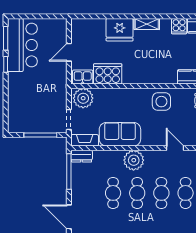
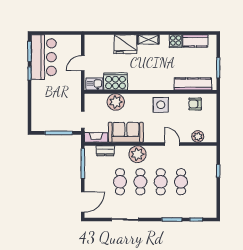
plant: (83, 98) -> (116, 102), moved
dresser: (82, 156) -> (105, 151), moved
door: (69, 217) -> (83, 202), swing flipped

